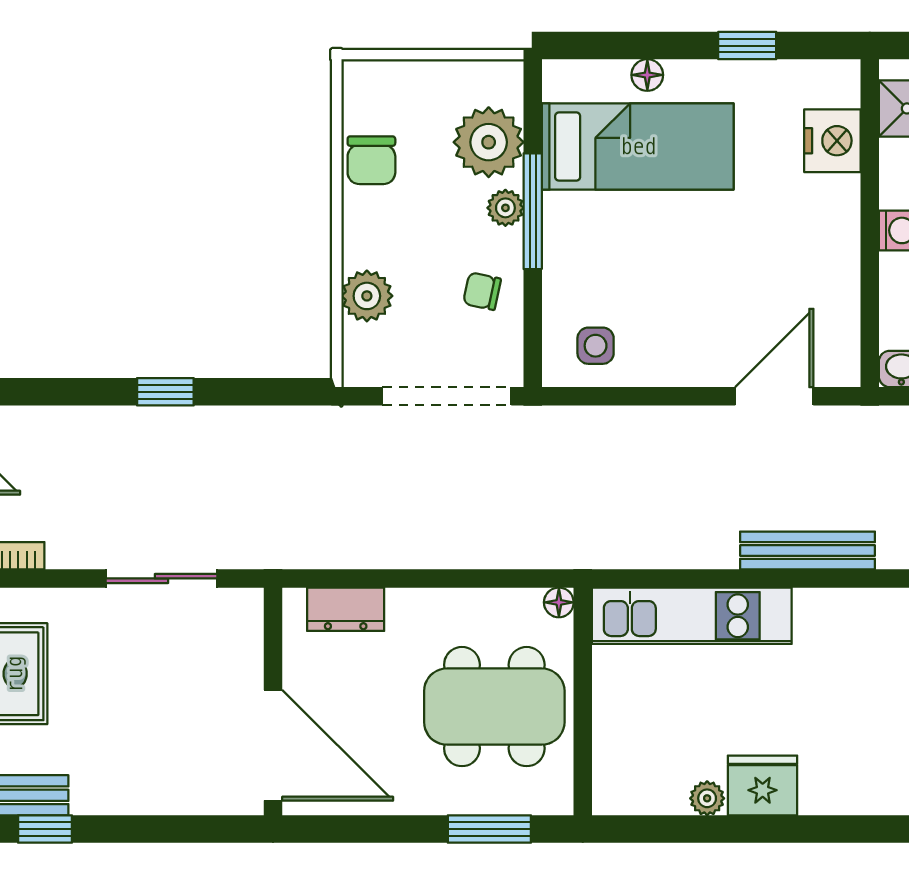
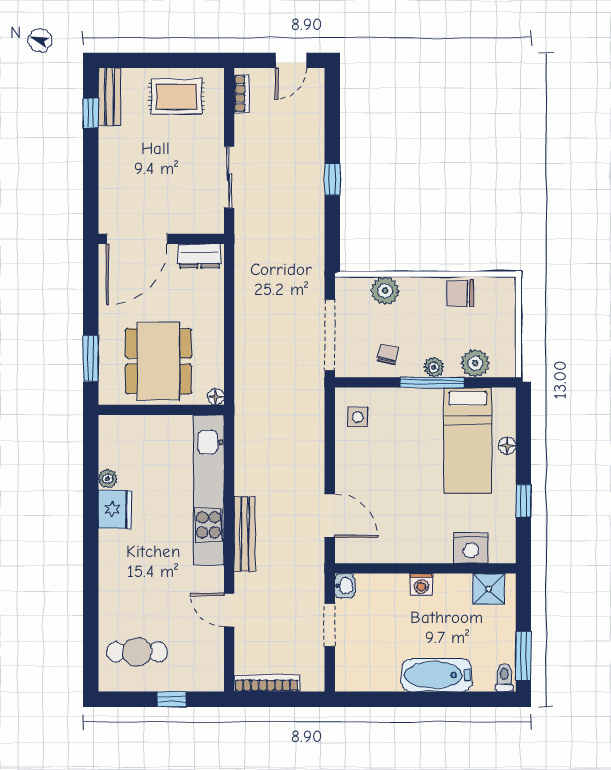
plant: (489, 142) -> (475, 363), width x0.73, depth x0.73
dresser: (346, 609) -> (199, 256), moved, turned -90
kitchen unit: (692, 616) -> (209, 490), width x1.36

